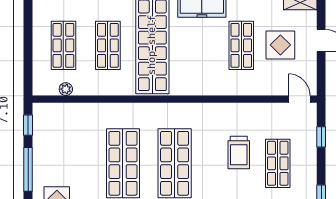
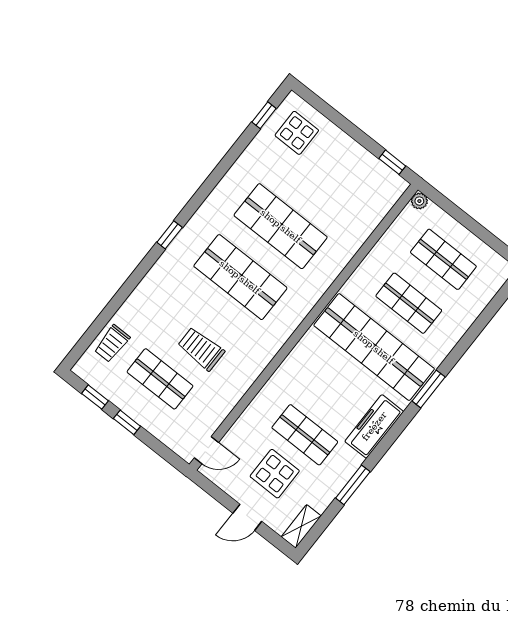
plant: (66, 89) -> (419, 201), moved
window: (321, 137) -> (127, 422), moved
window: (28, 169) -> (349, 128), removed

